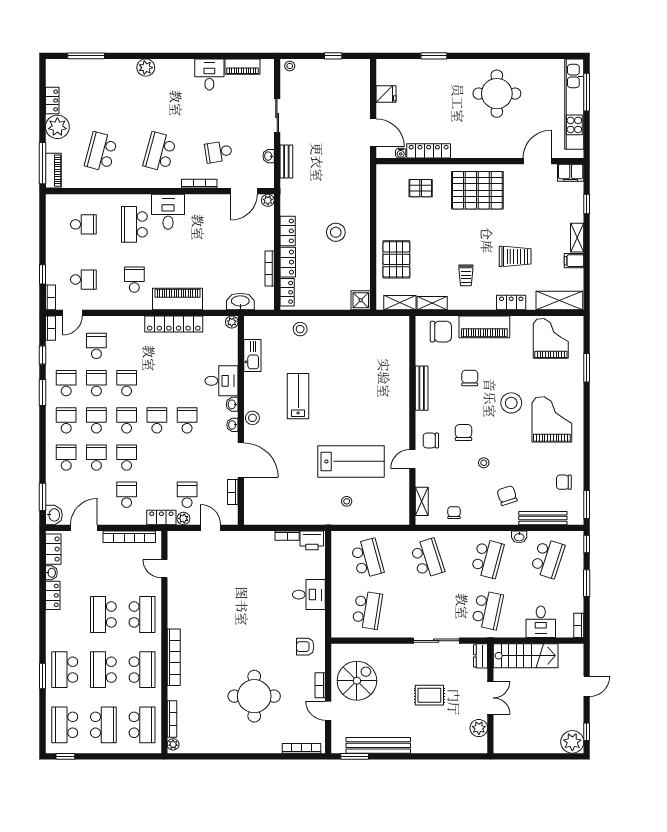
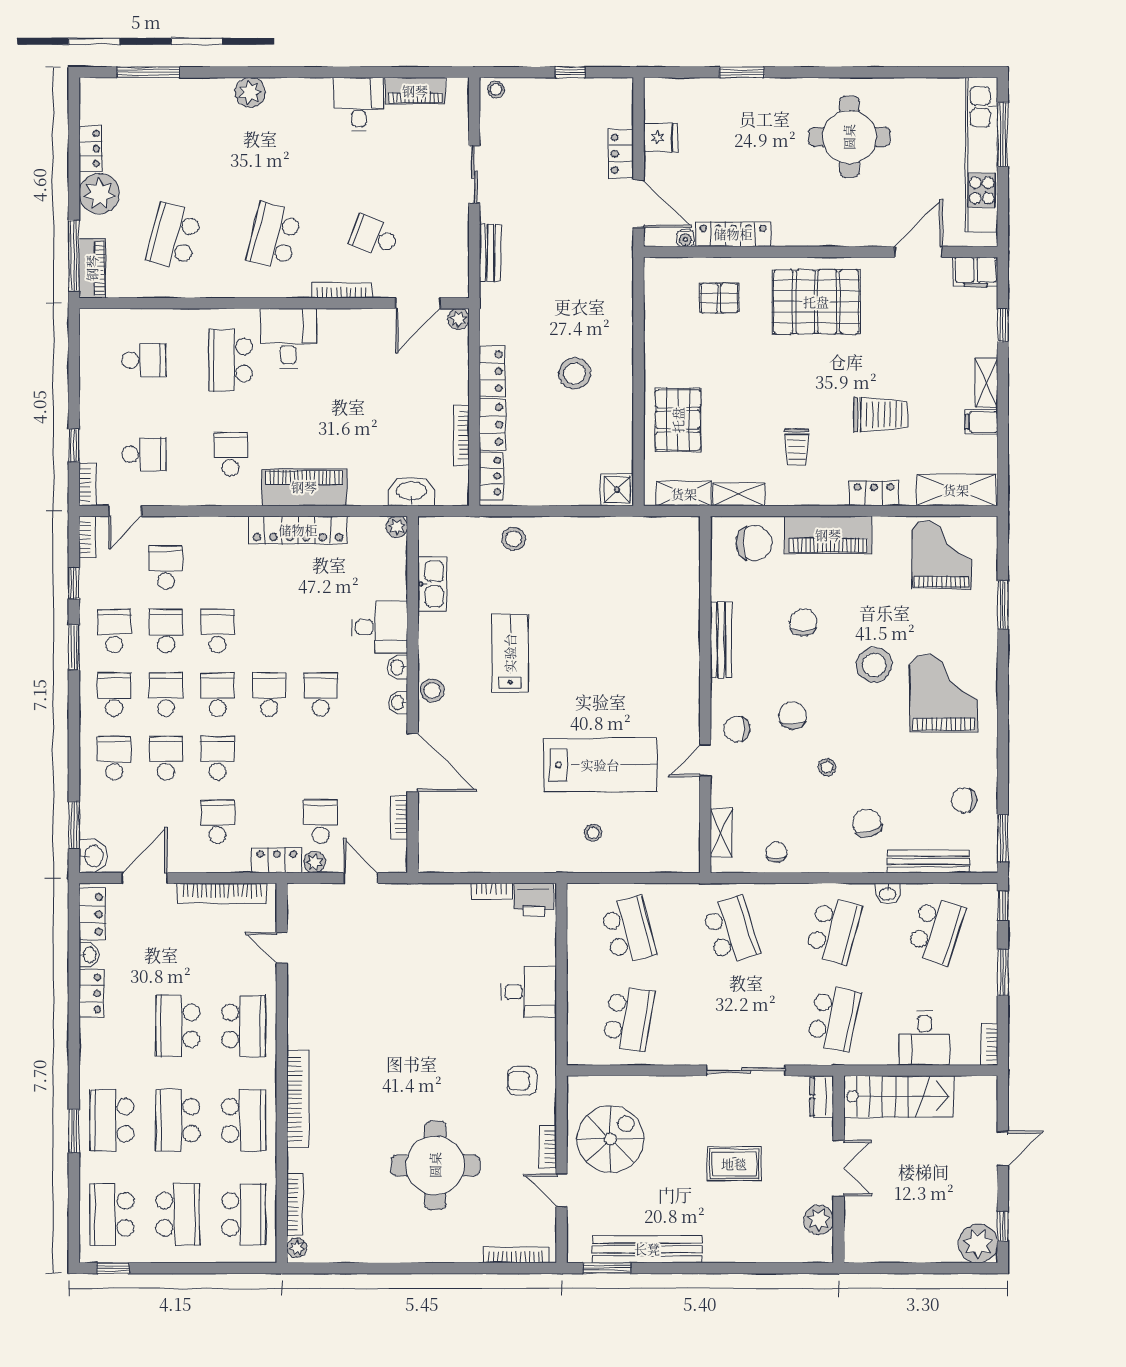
locker: (363, 103) -> (621, 154), added
school desk: (218, 152) -> (374, 236), turned 30
washbasin: (269, 156) -> (460, 243), removed

